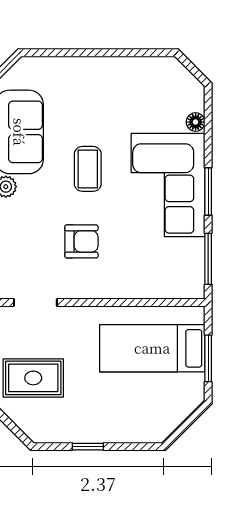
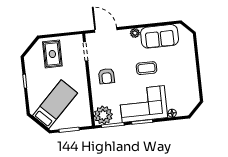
armchair: (81, 241) -> (107, 76), moved
plant: (183, 278) -> (103, 115), added
bed: (152, 348) -> (55, 104), moved, turned 45

